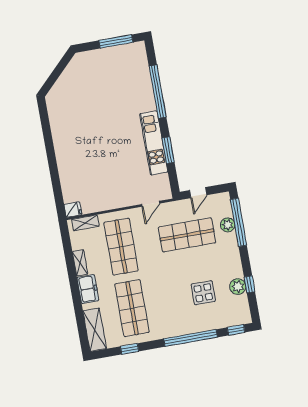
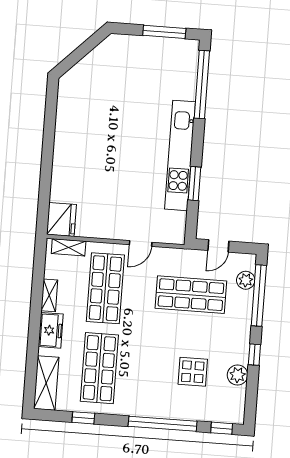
window: (158, 92) -> (202, 85), moved
kitchen unit: (154, 143) -> (180, 155), width x1.36
door: (151, 204) -> (141, 243), moved
fridge: (73, 209) -> (62, 220), width x1.88, depth x1.34
plant: (228, 225) -> (246, 280), moved
window: (250, 284) -> (254, 355), moved

